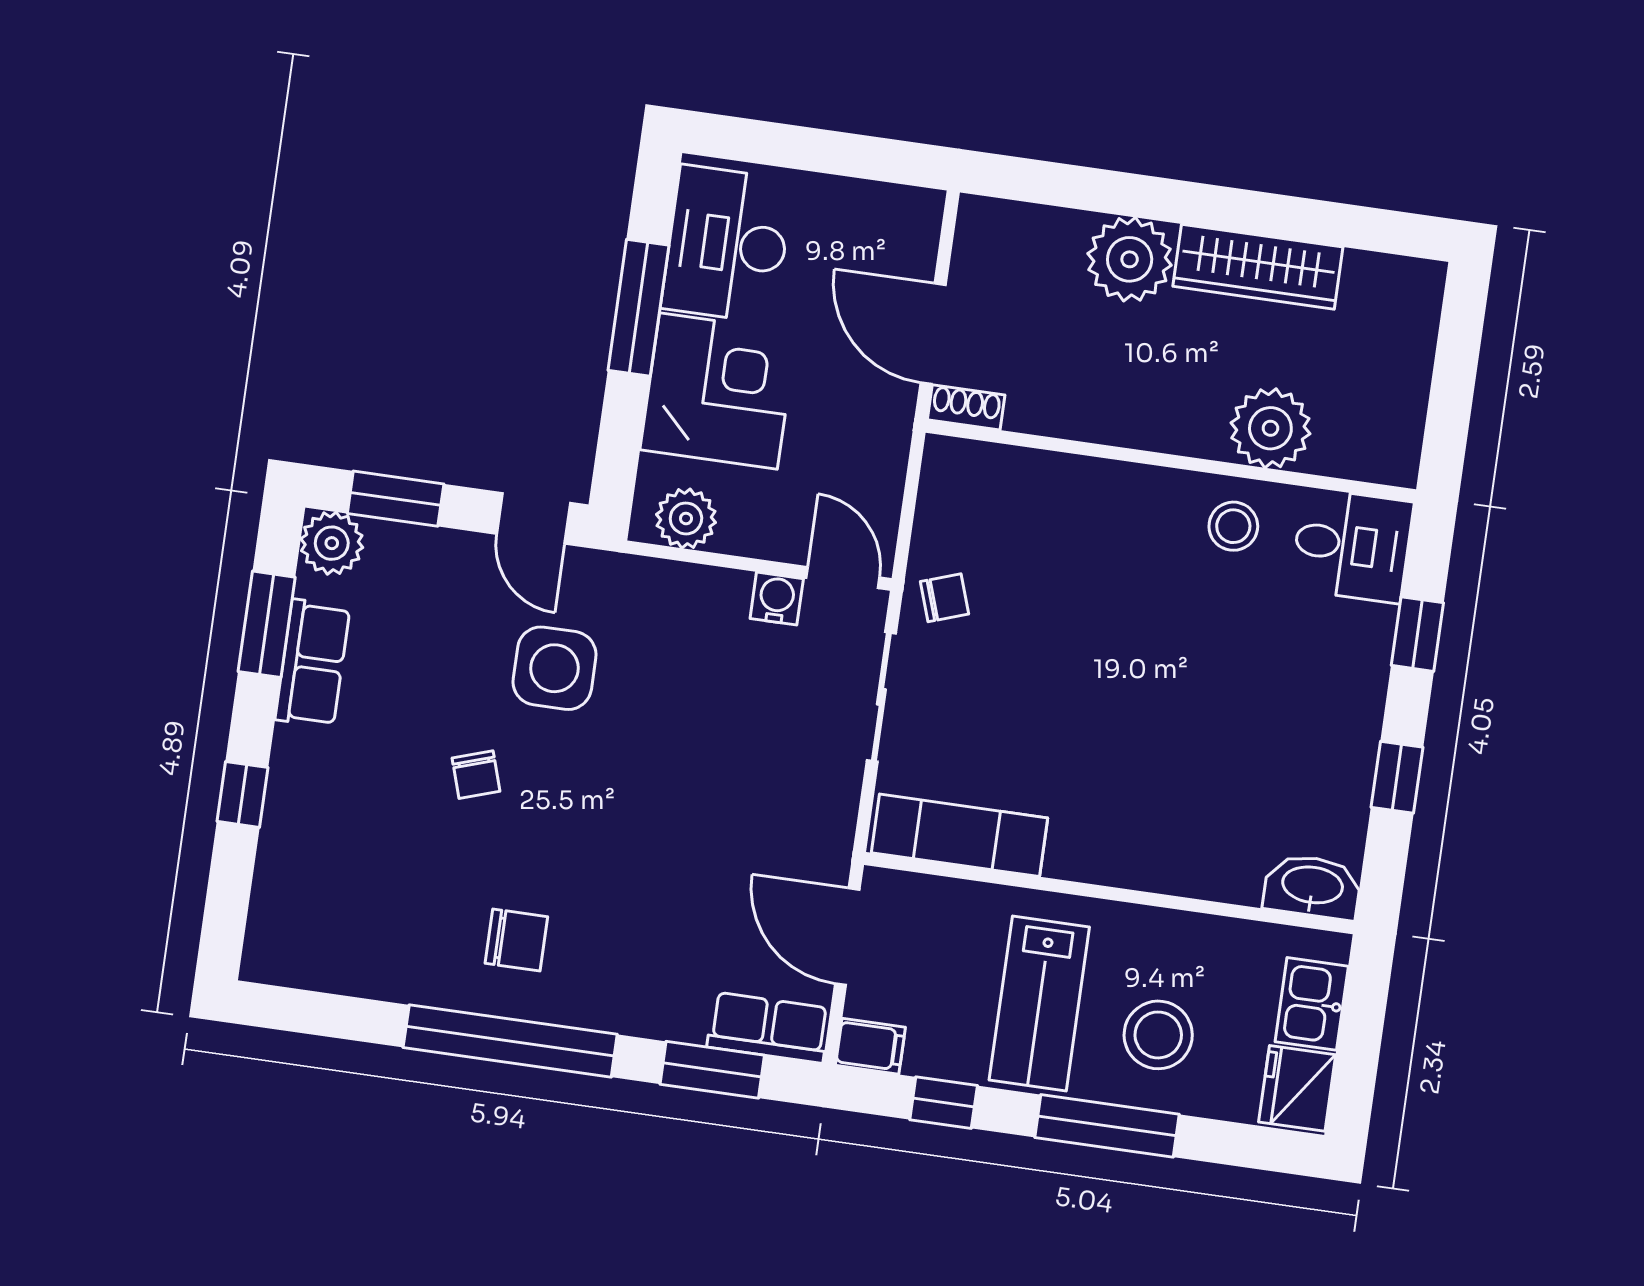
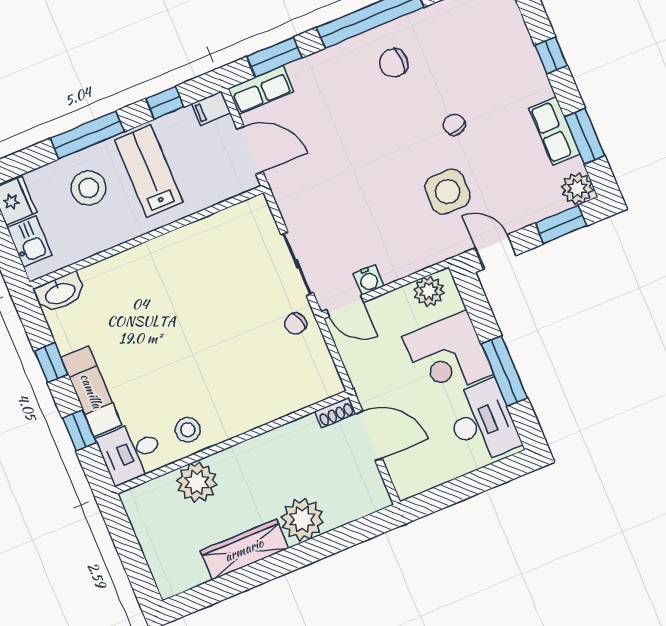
exam couch: (959, 835) -> (91, 391), moved, turned -90

